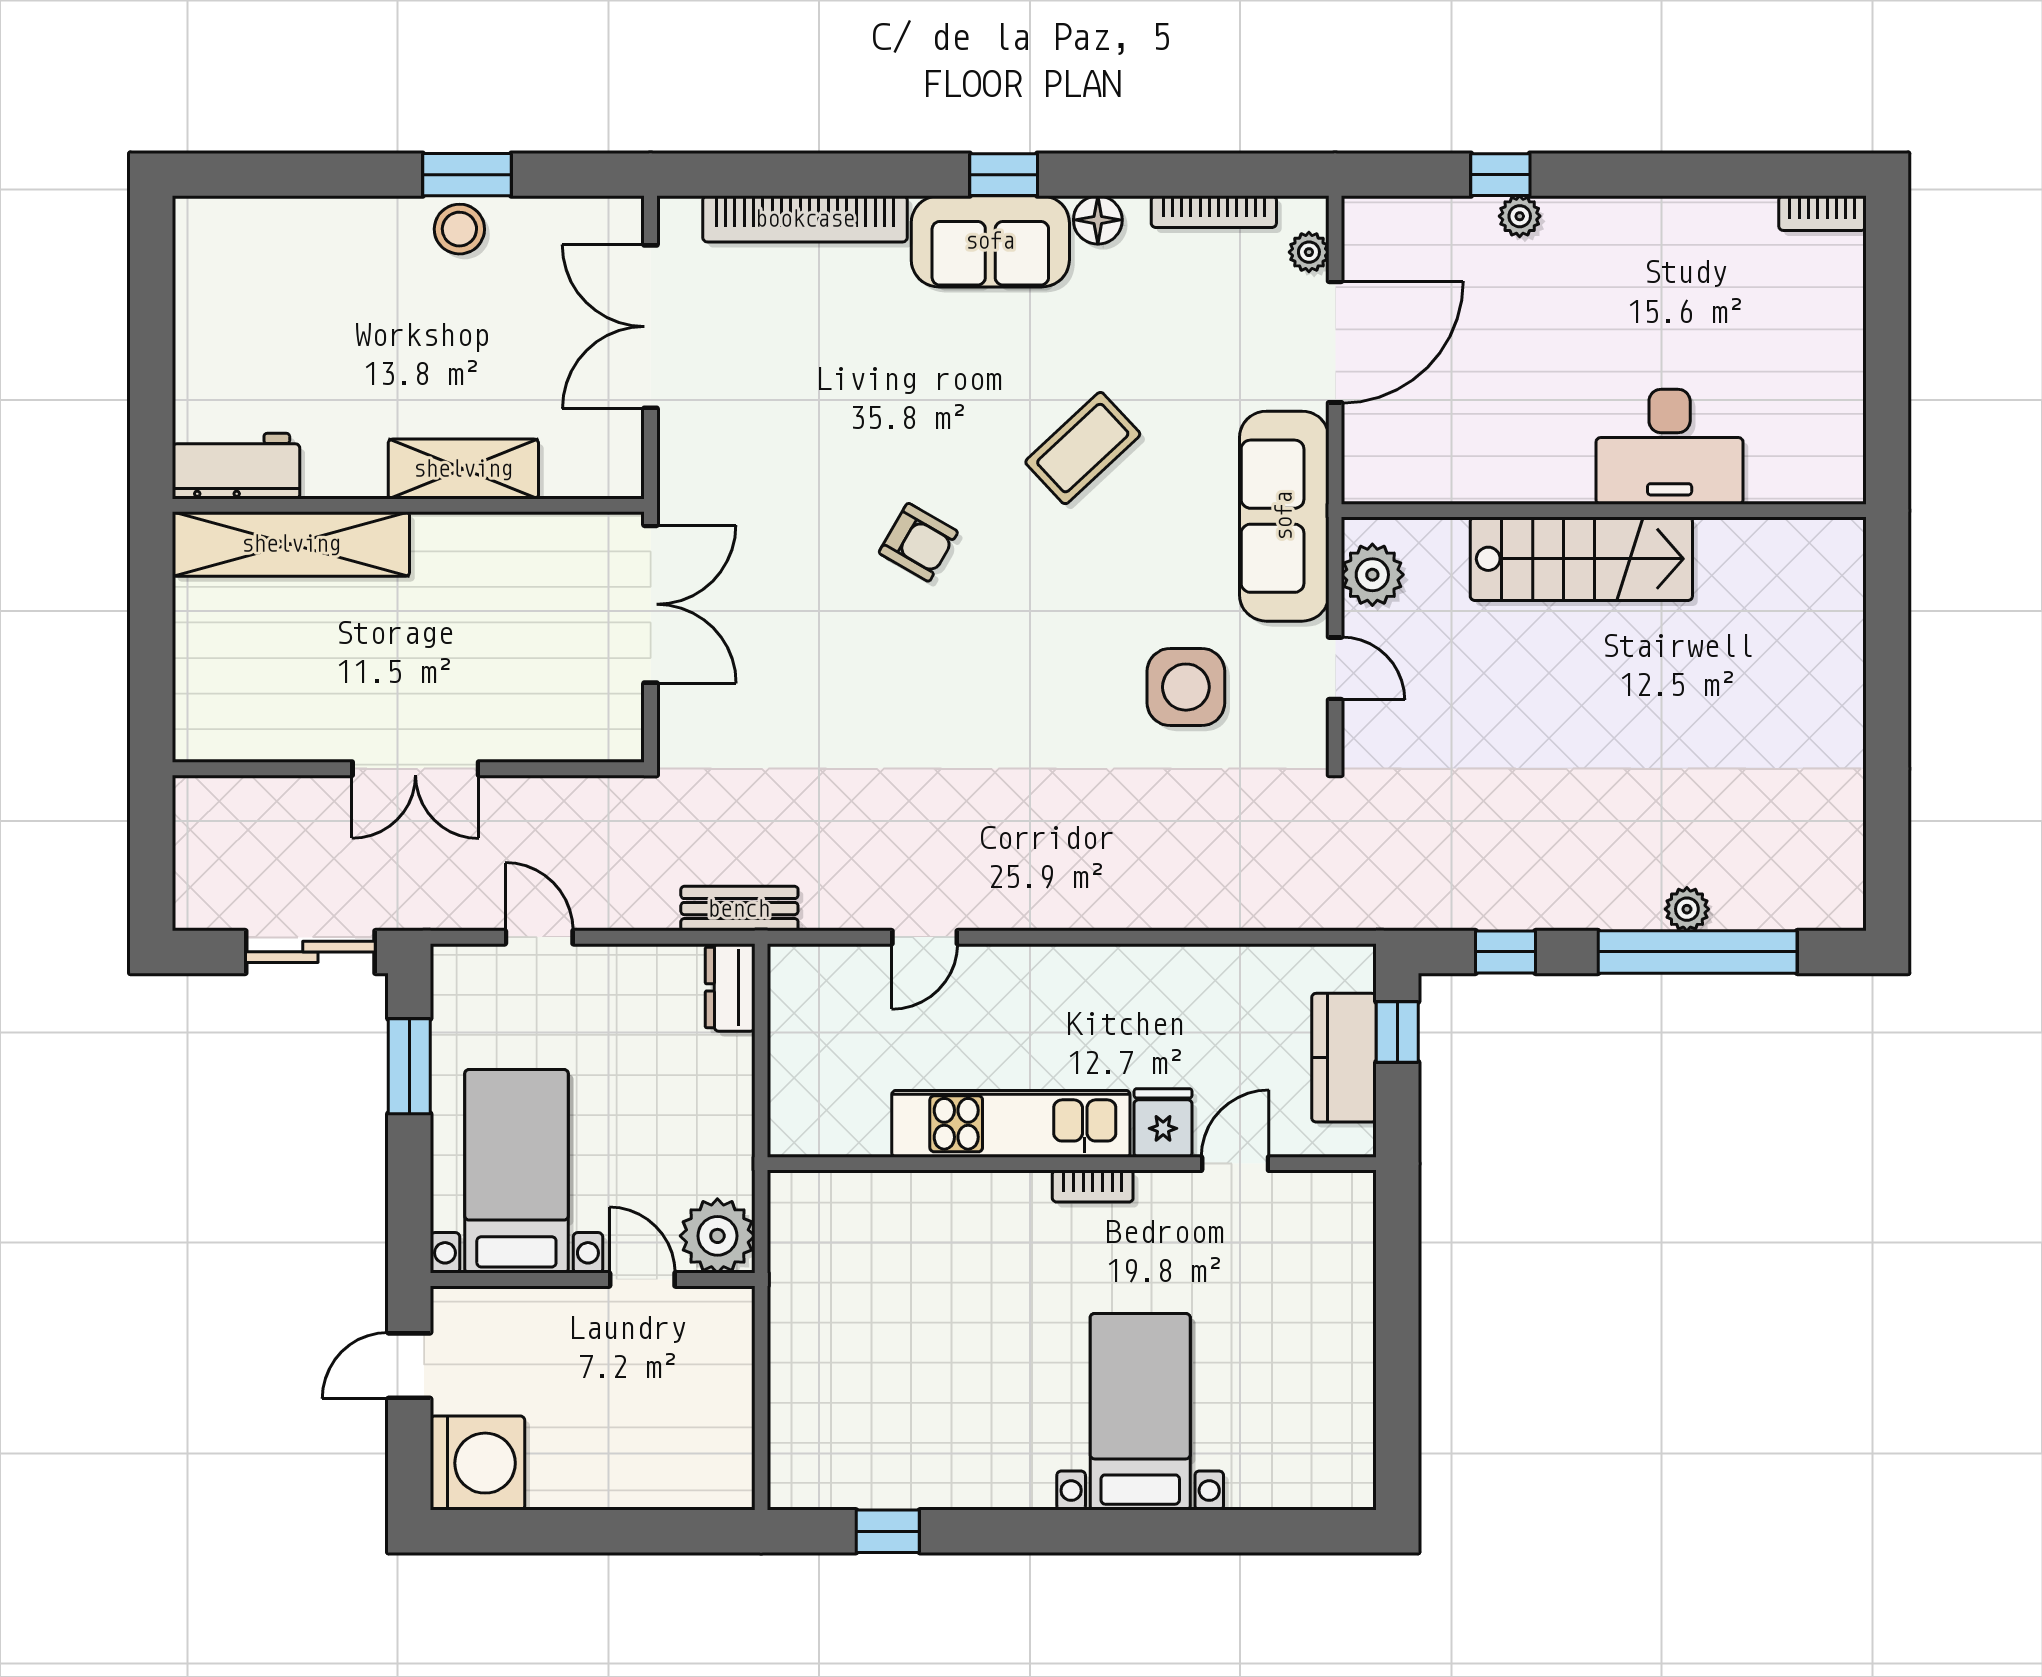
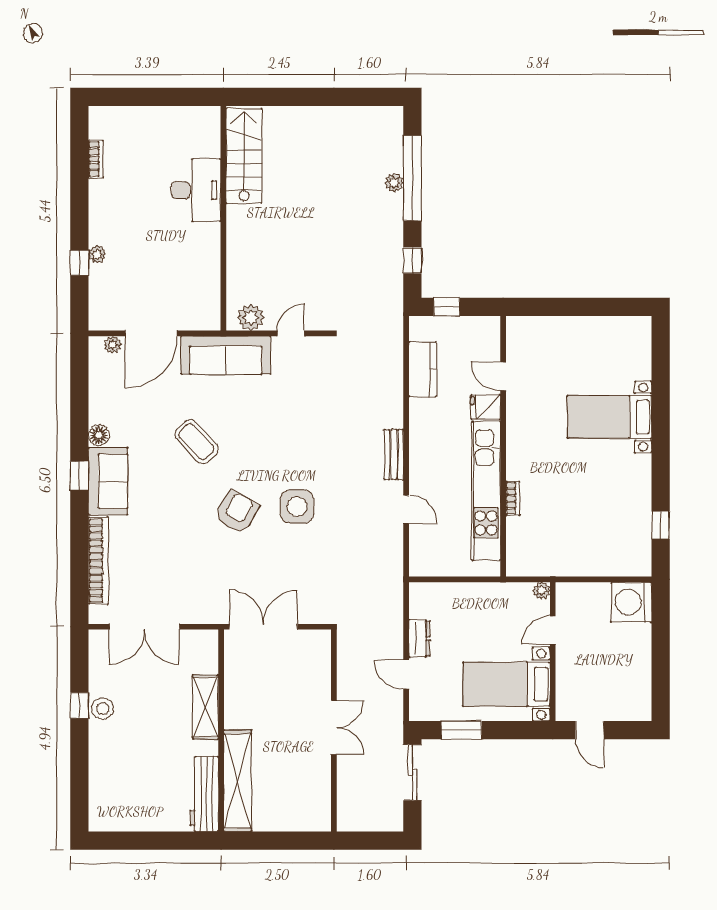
window: (467, 175) -> (79, 705), width x0.67
bookcase: (1214, 212) -> (95, 385), removed
bookcase: (1822, 213) -> (96, 159), moved
door: (1335, 342) -> (151, 333), swing flipped
workbench: (236, 466) -> (204, 794), width x1.37
armchair: (918, 542) -> (237, 512), width x1.38, depth x1.38
stairs: (1581, 559) -> (244, 156), moved
side table: (1186, 687) -> (297, 507), moved
bench: (739, 909) -> (394, 455), moved
door: (539, 937) -> (406, 674), hinge flipped
dresser: (730, 987) -> (419, 639), moved, turned -90
kitchen counter: (1344, 1058) -> (423, 369), moved, turned -90
kitchen unit: (1011, 1124) -> (486, 491), width x1.36
bookcase: (1093, 1186) -> (513, 498), moved
plant: (717, 1236) -> (542, 591), width x0.53, depth x0.53
washing machine: (478, 1463) -> (631, 602), moved, turned -90

